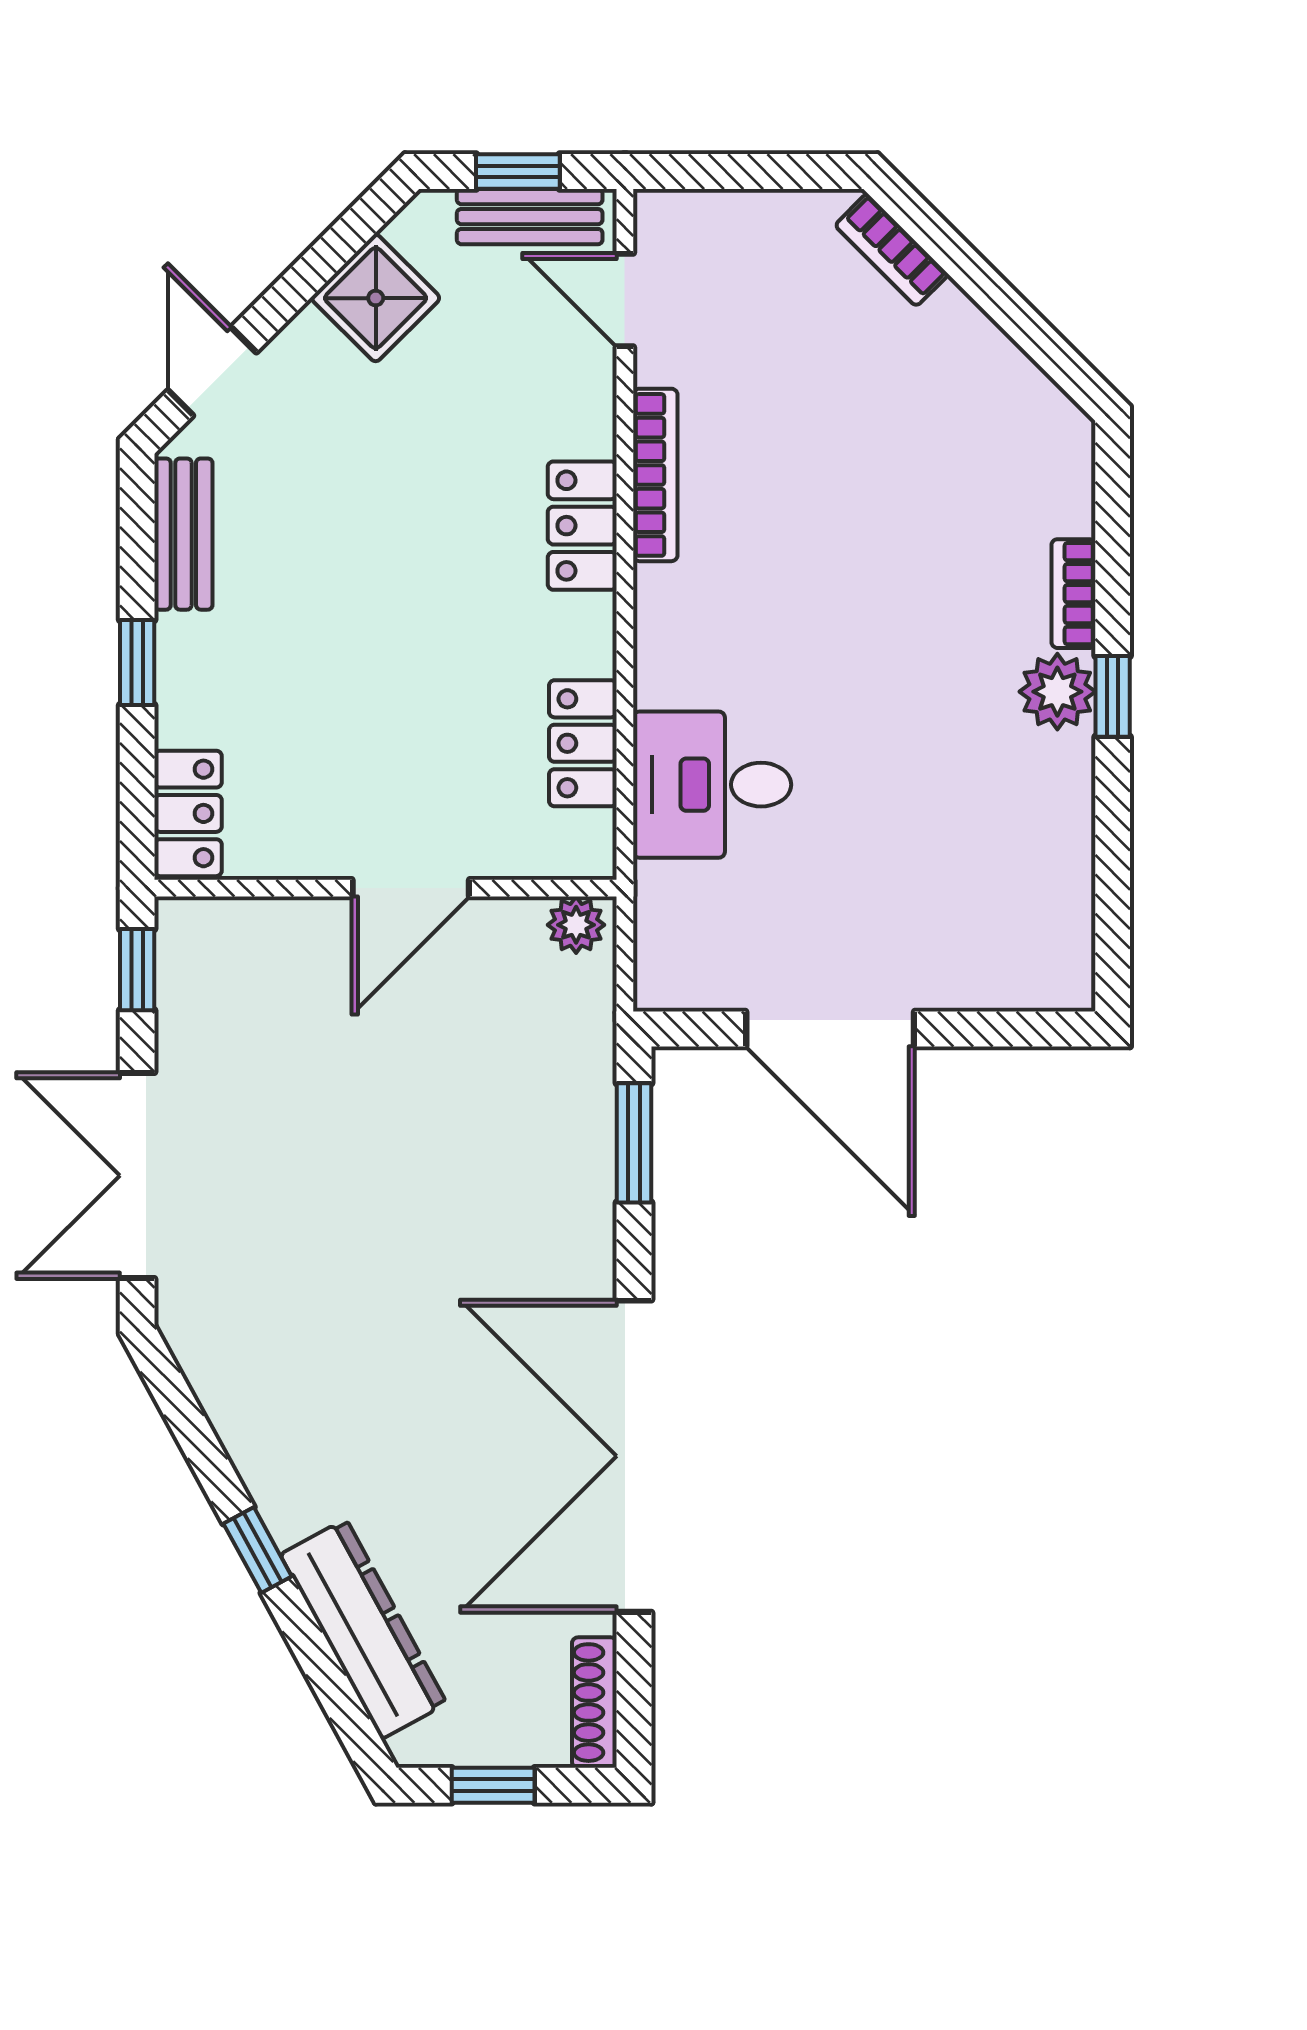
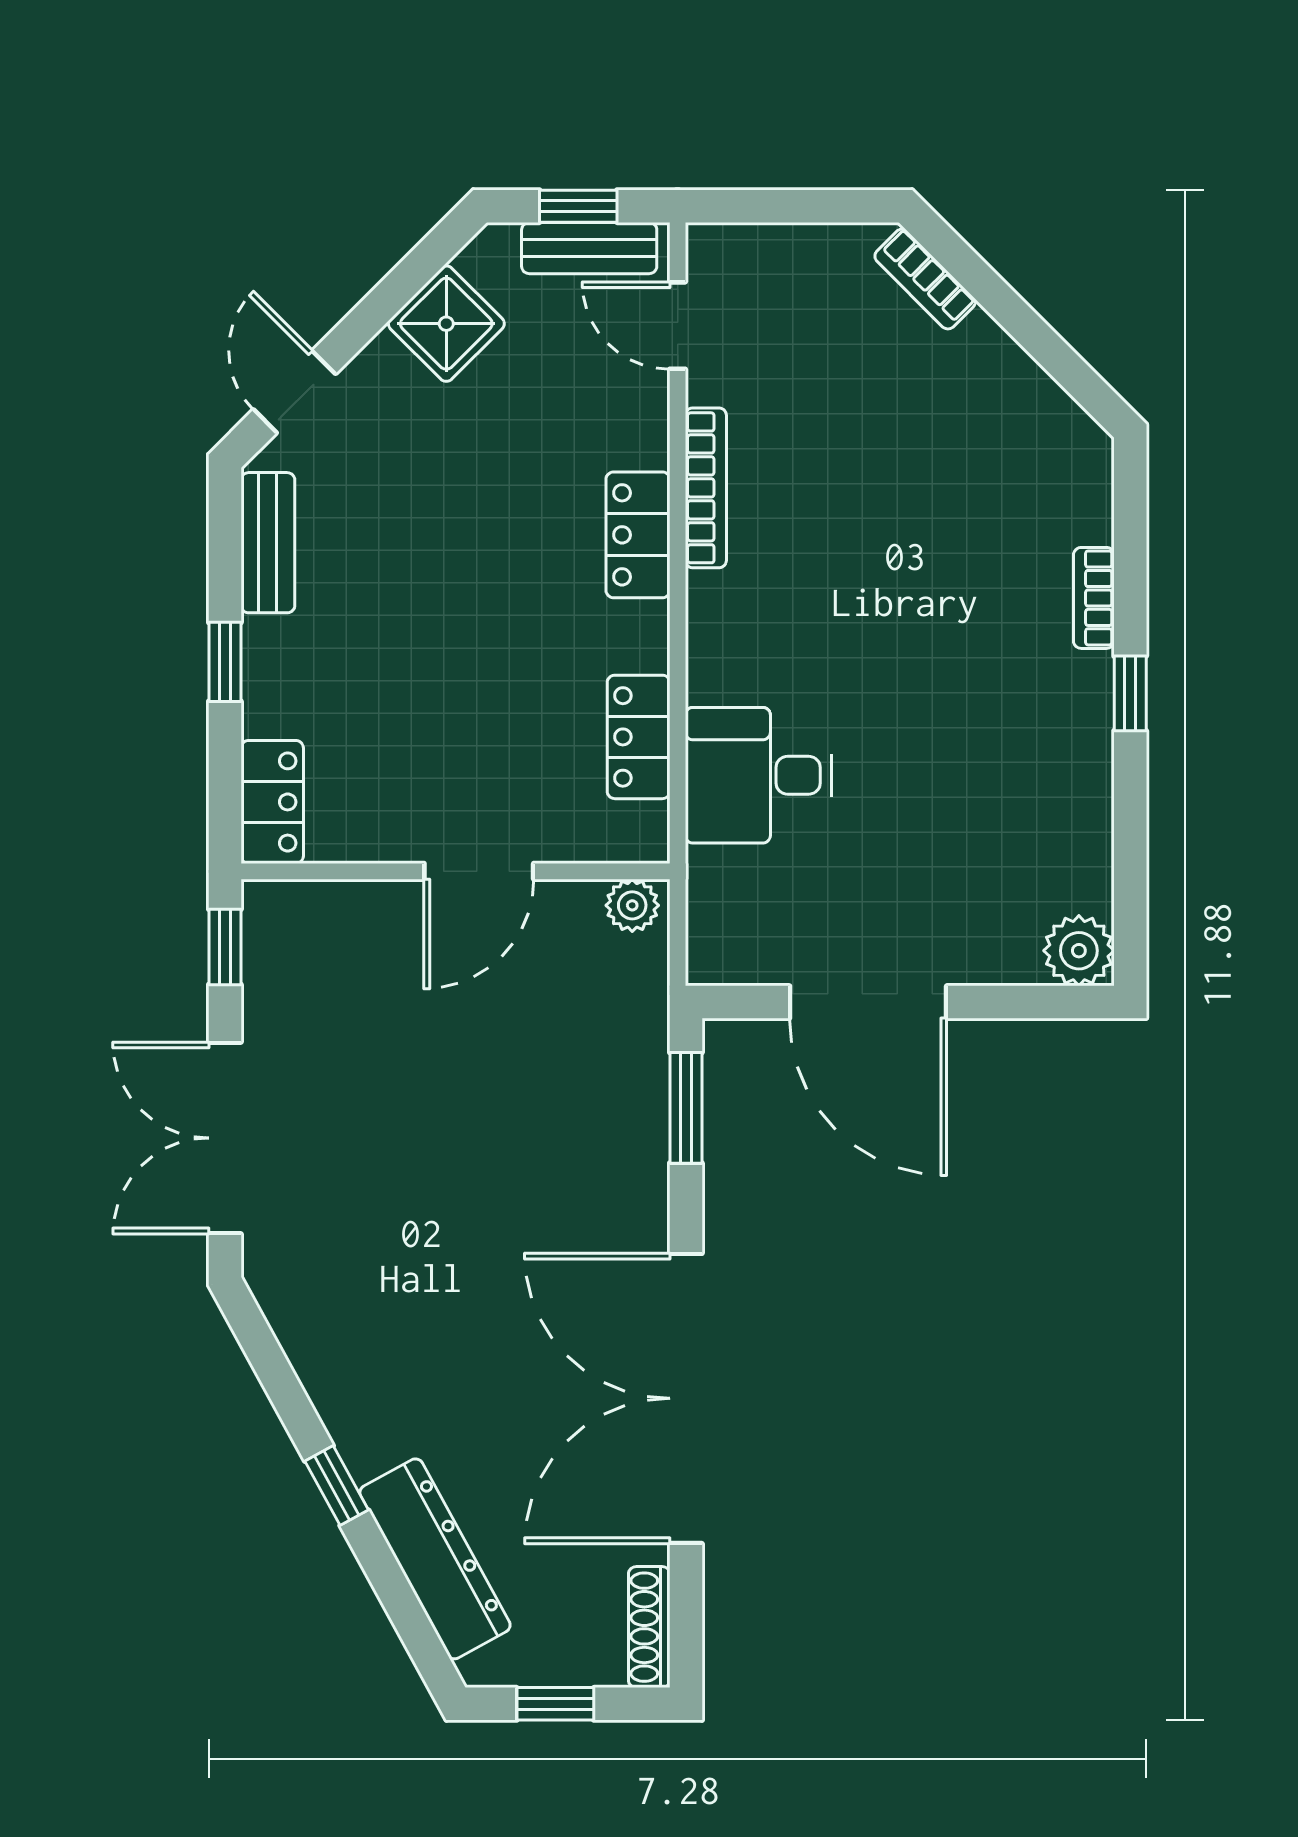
plant: (1057, 692) -> (1079, 951), moved

